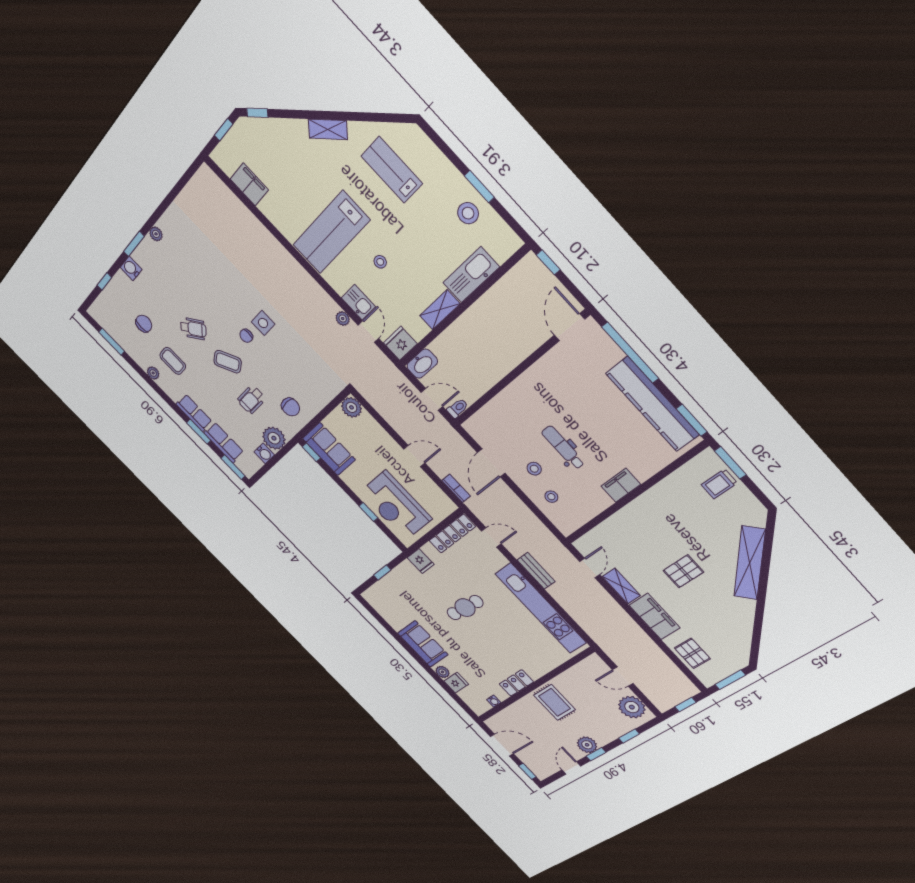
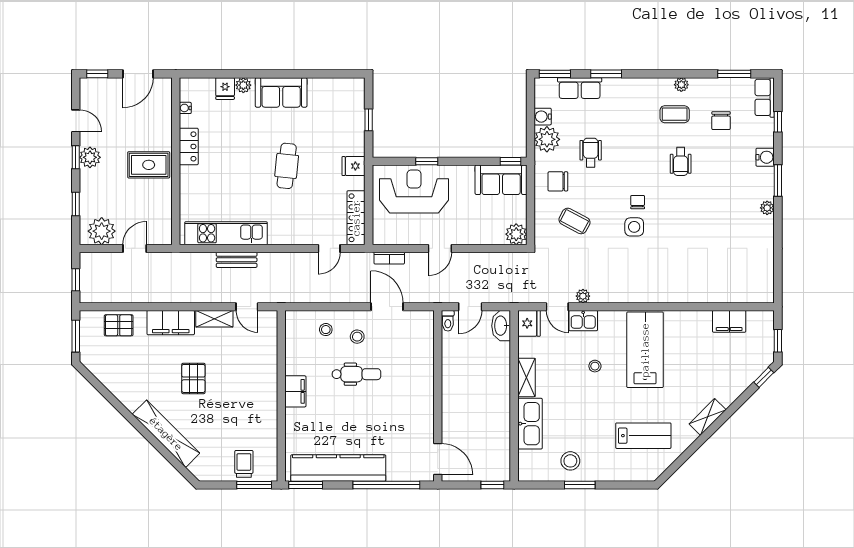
wheelchair: (193, 329) -> (681, 161), turned -50
coffee table: (228, 362) -> (574, 221), moved, turned 58
row of seats: (194, 413) -> (765, 97), moved, turned 90
bench: (536, 571) -> (237, 260), moved
kitchen unit: (541, 608) -> (226, 233), width x0.73

